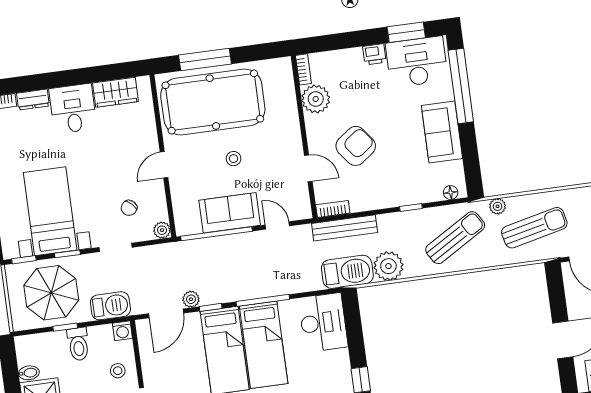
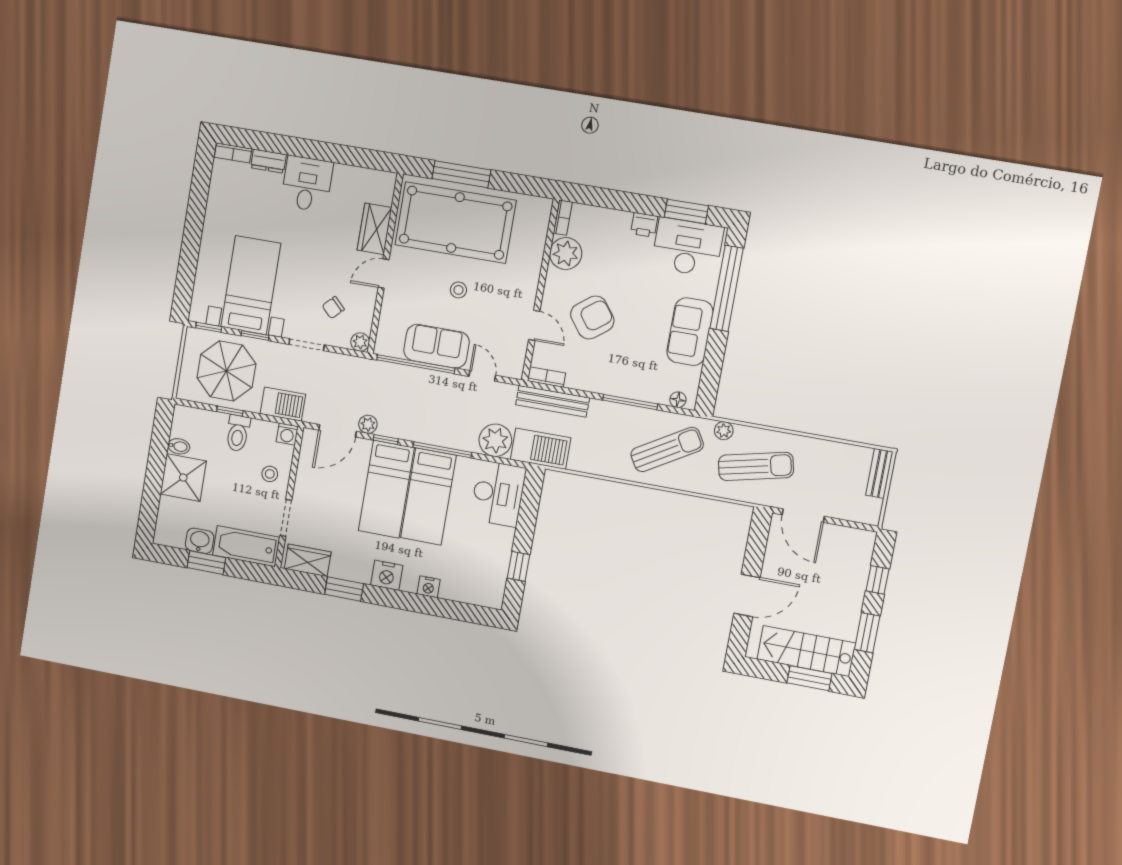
wardrobe: (116, 92) -> (375, 229), moved, turned 90
window: (411, 207) -> (630, 402), width x2.17
plant: (388, 266) -> (495, 440), moved

